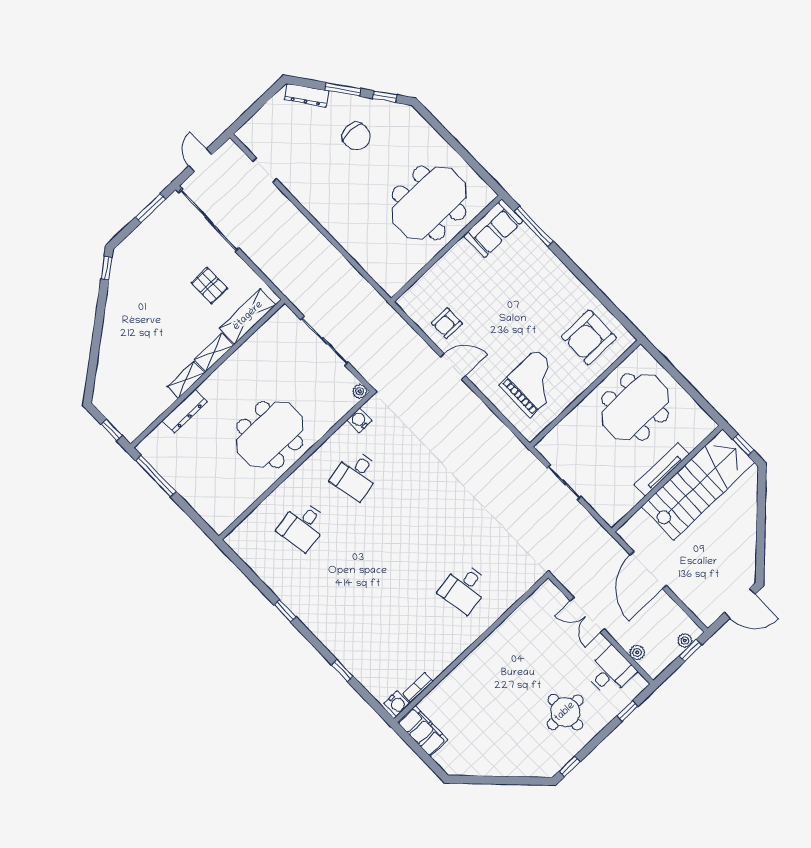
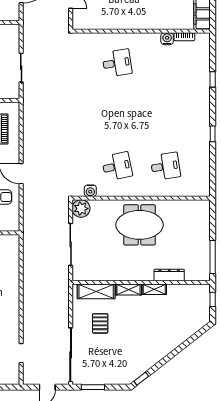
plant: (360, 391) -> (81, 209), width x1.88, depth x1.88
water cooler: (397, 703) -> (167, 39), moved

